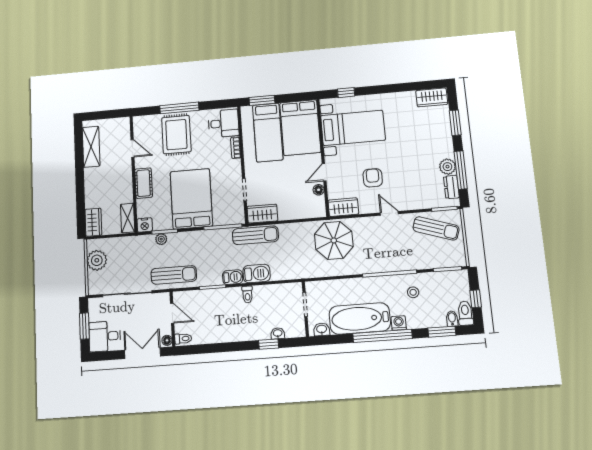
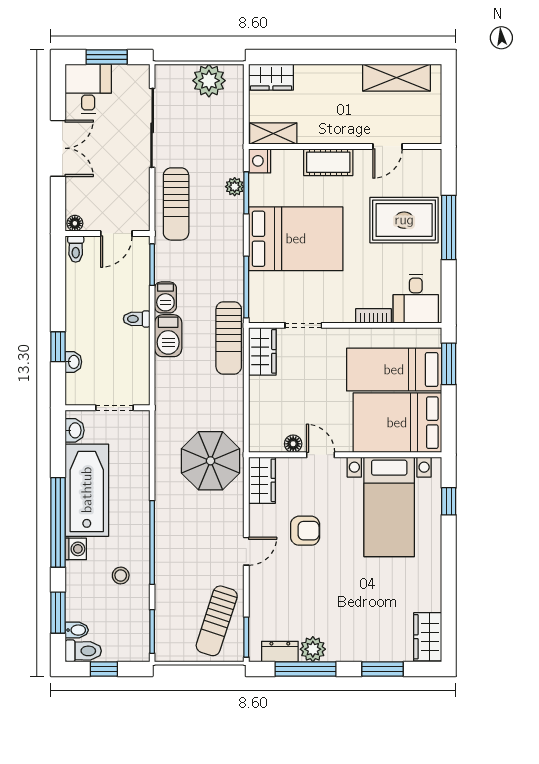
door: (172, 313) -> (116, 234), moved
wall: (172, 319) -> (107, 234), moved
toilet: (183, 339) -> (76, 249), moved
floor lamp: (167, 340) -> (75, 223), moved

